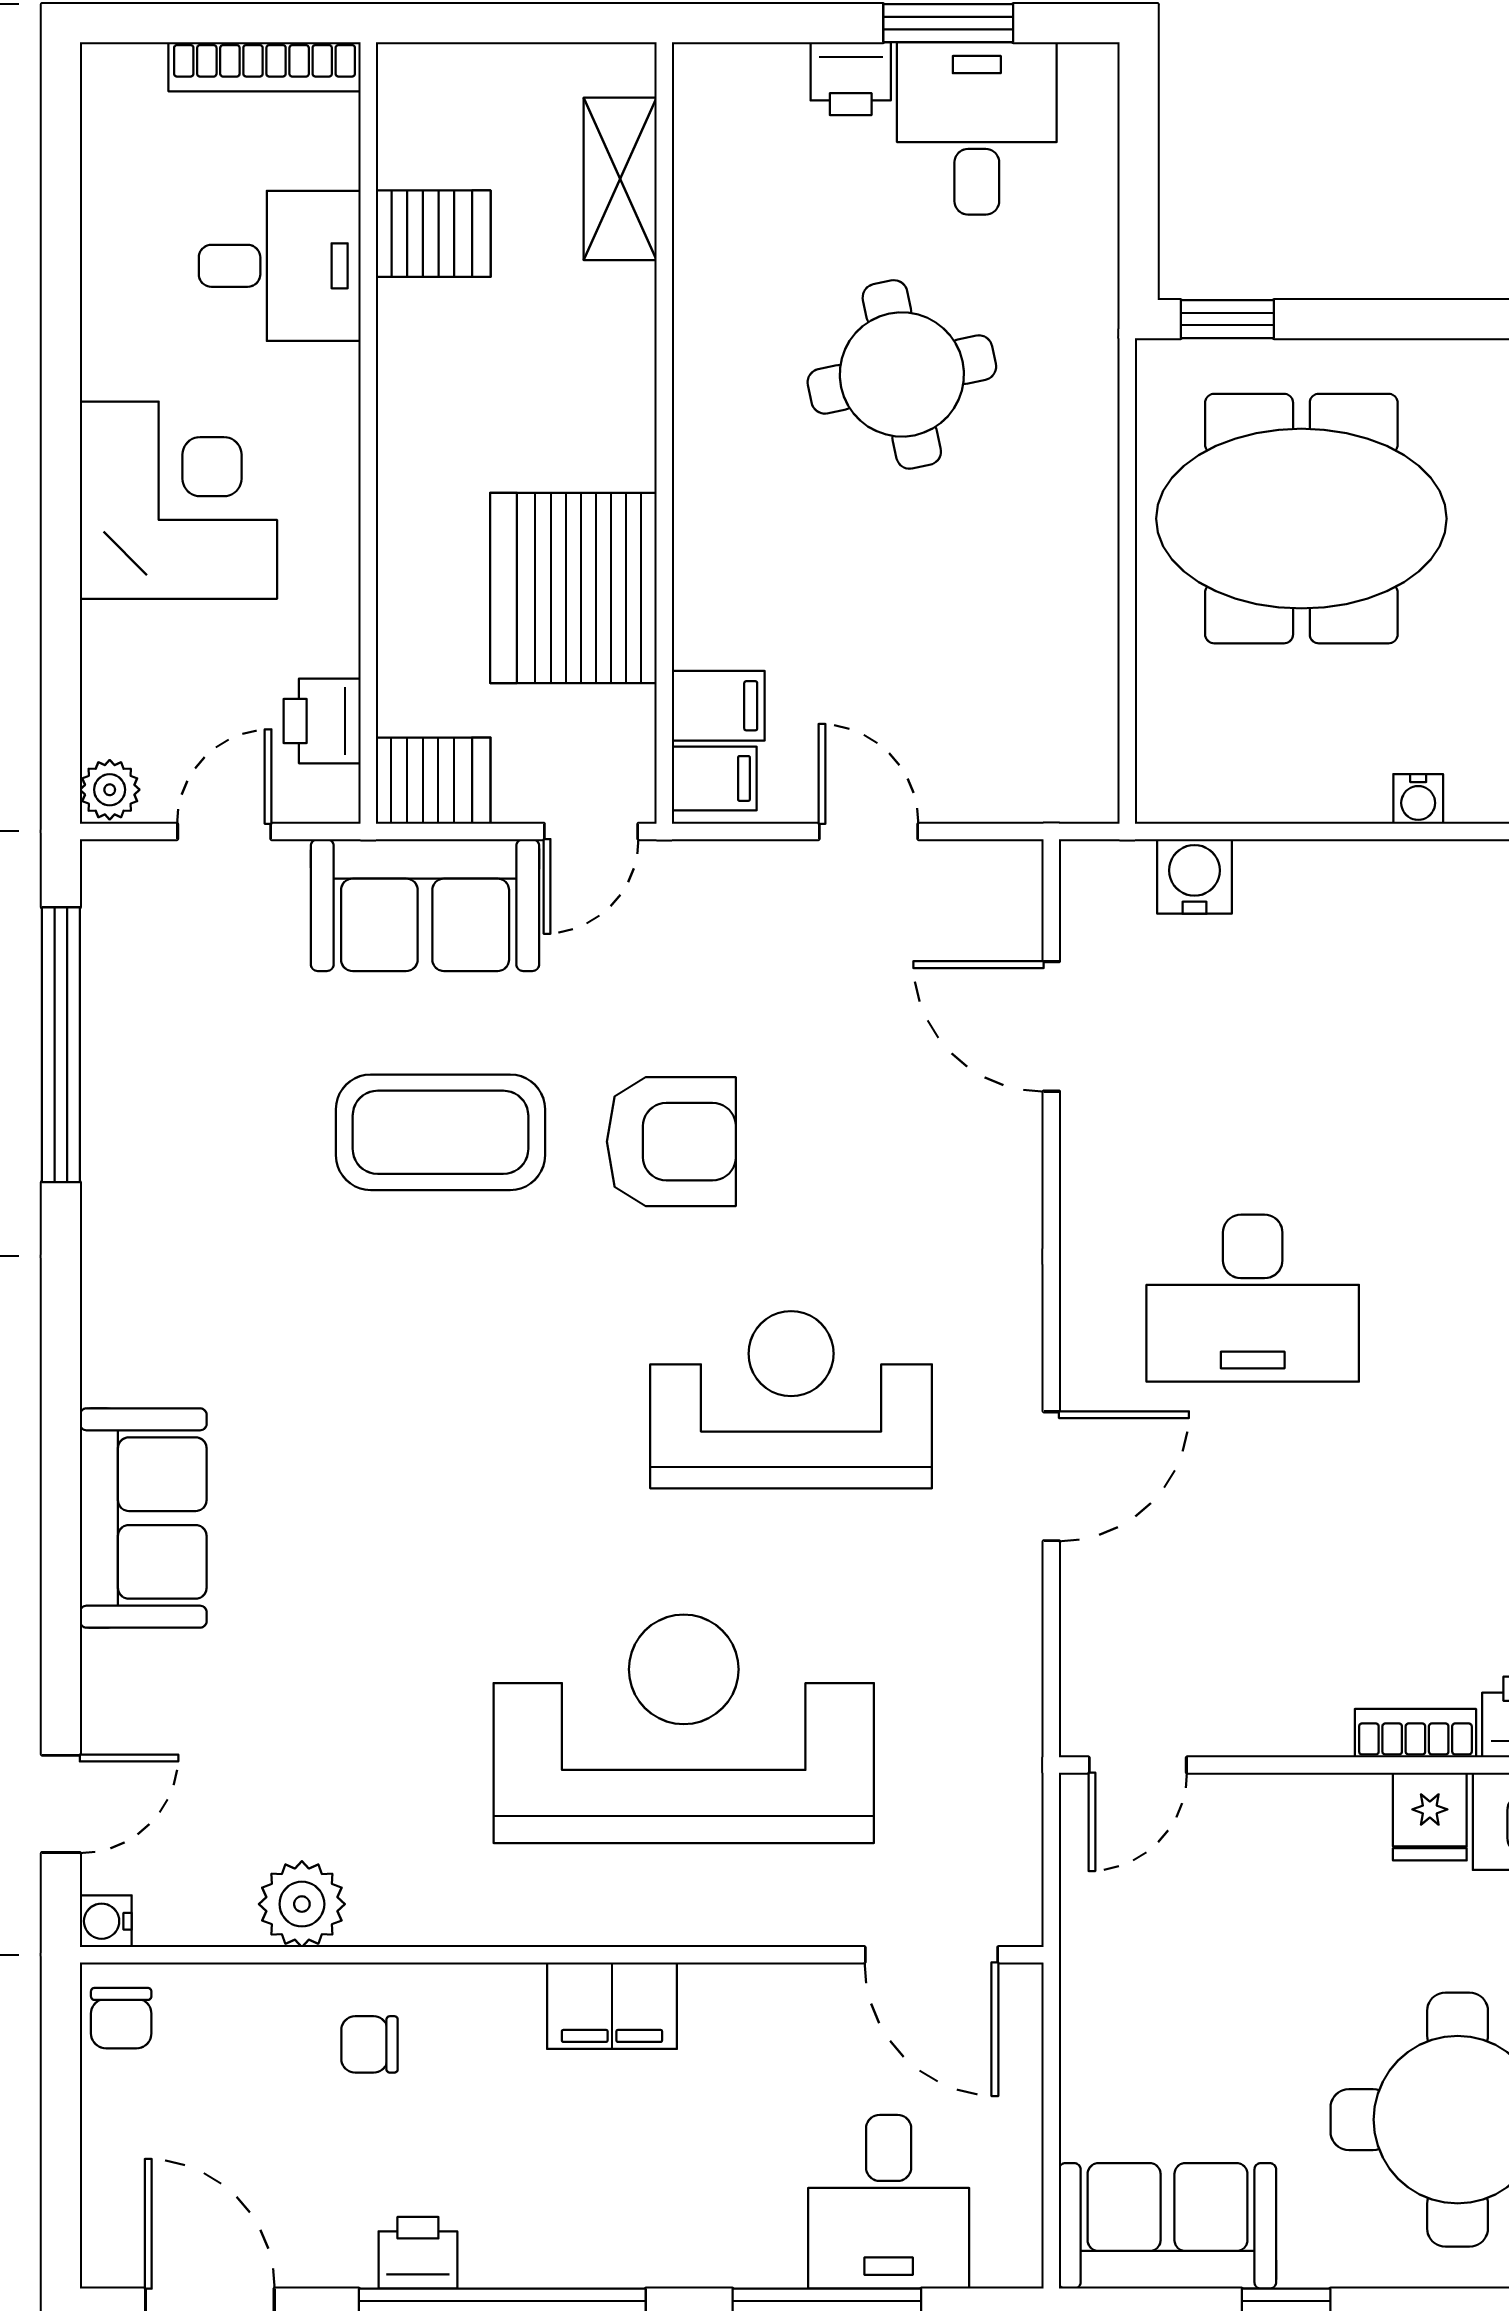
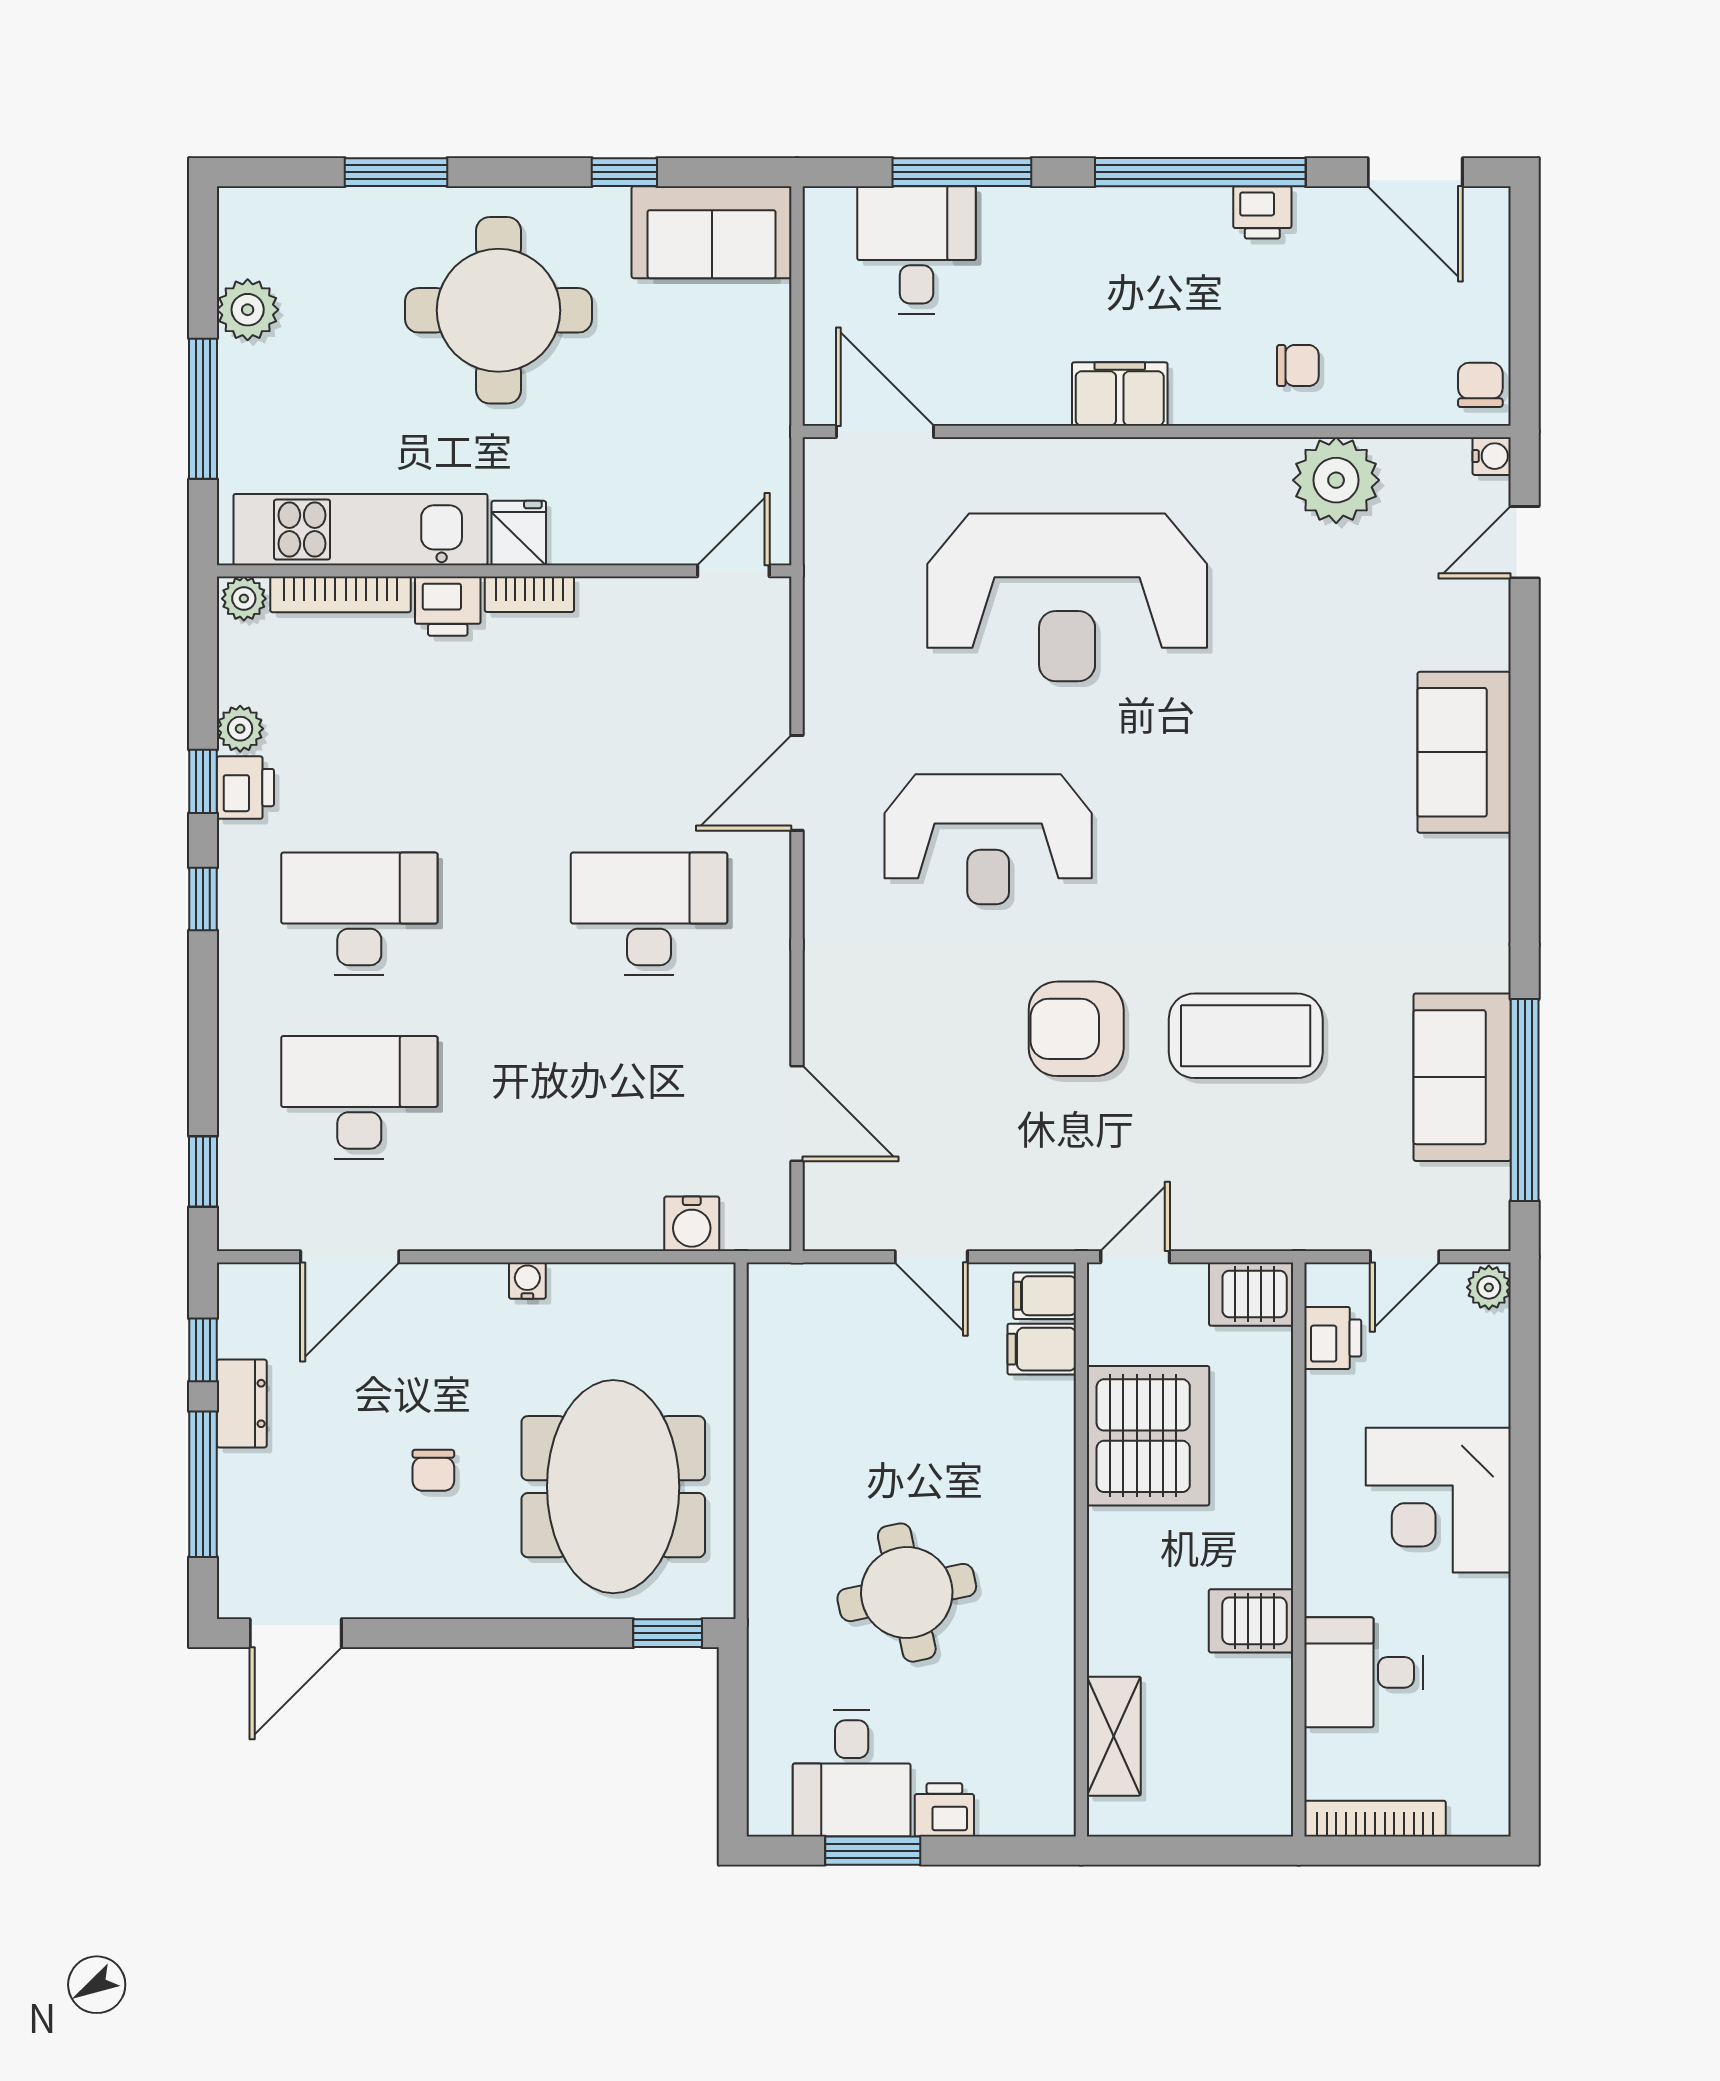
server rack: (433, 234) -> (1251, 1621), moved
meeting table: (1301, 519) -> (613, 1487), turned 90
sofa: (425, 905) -> (1462, 1077), moved, turned -90
plant: (302, 1904) -> (1336, 480), width x1.36, depth x1.36

